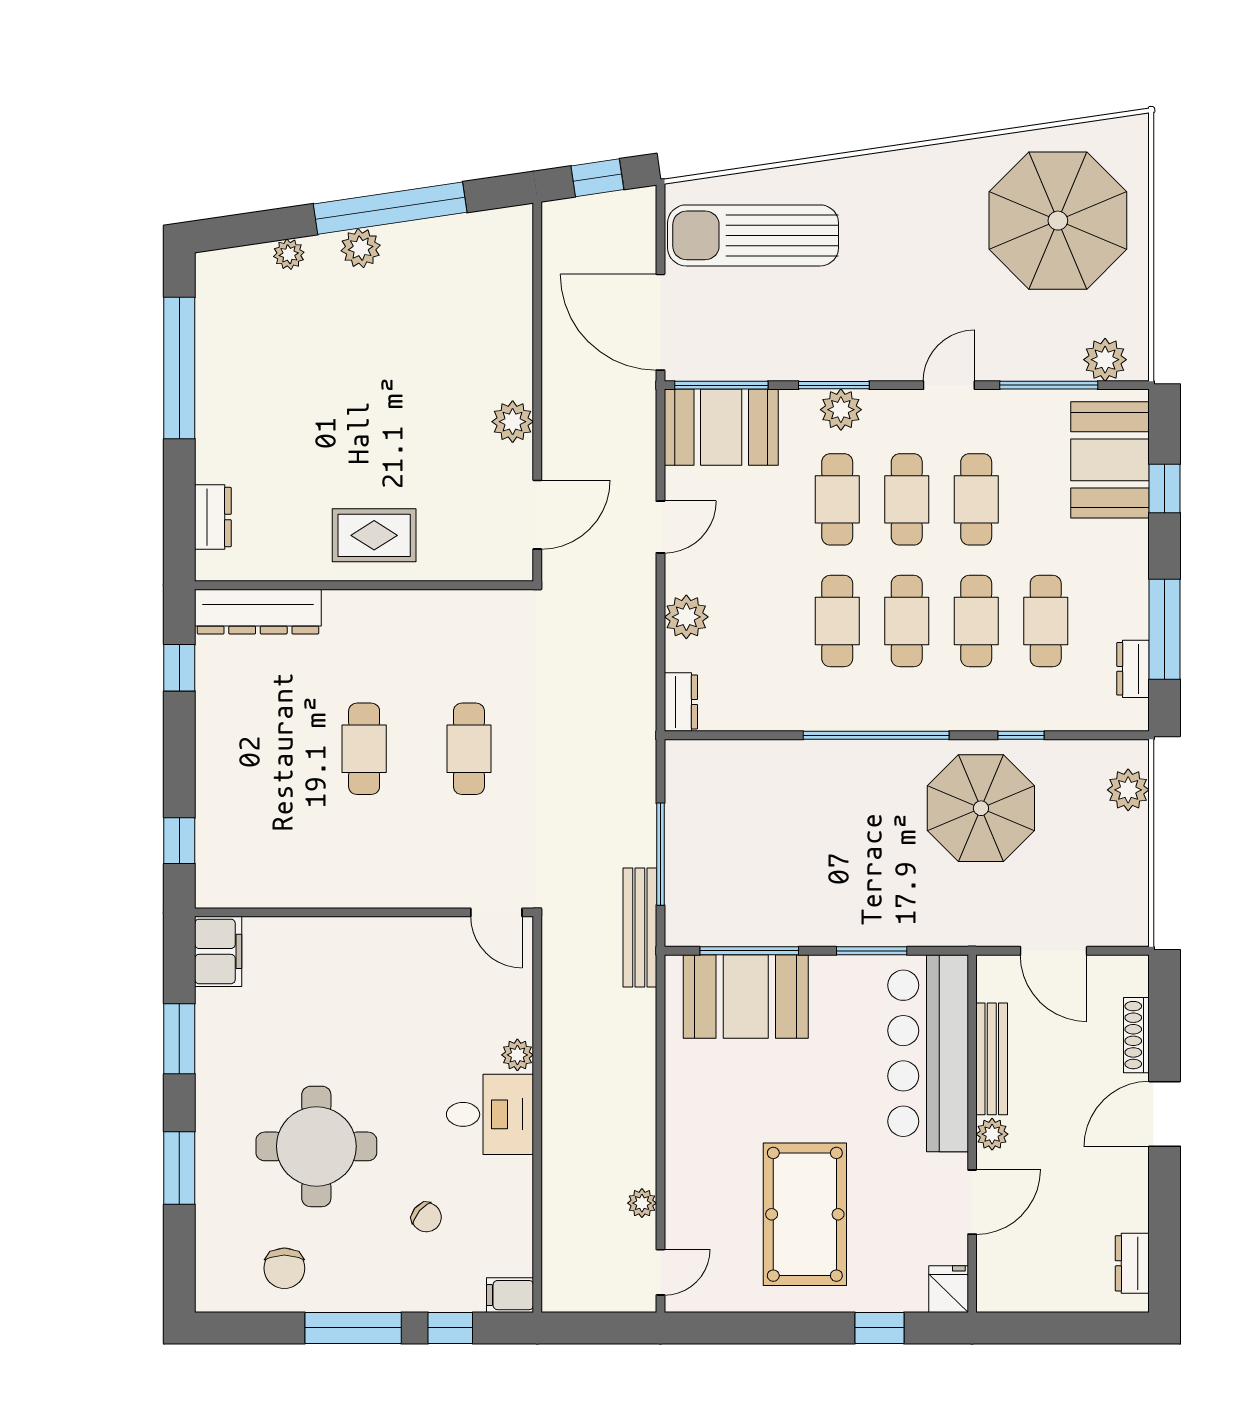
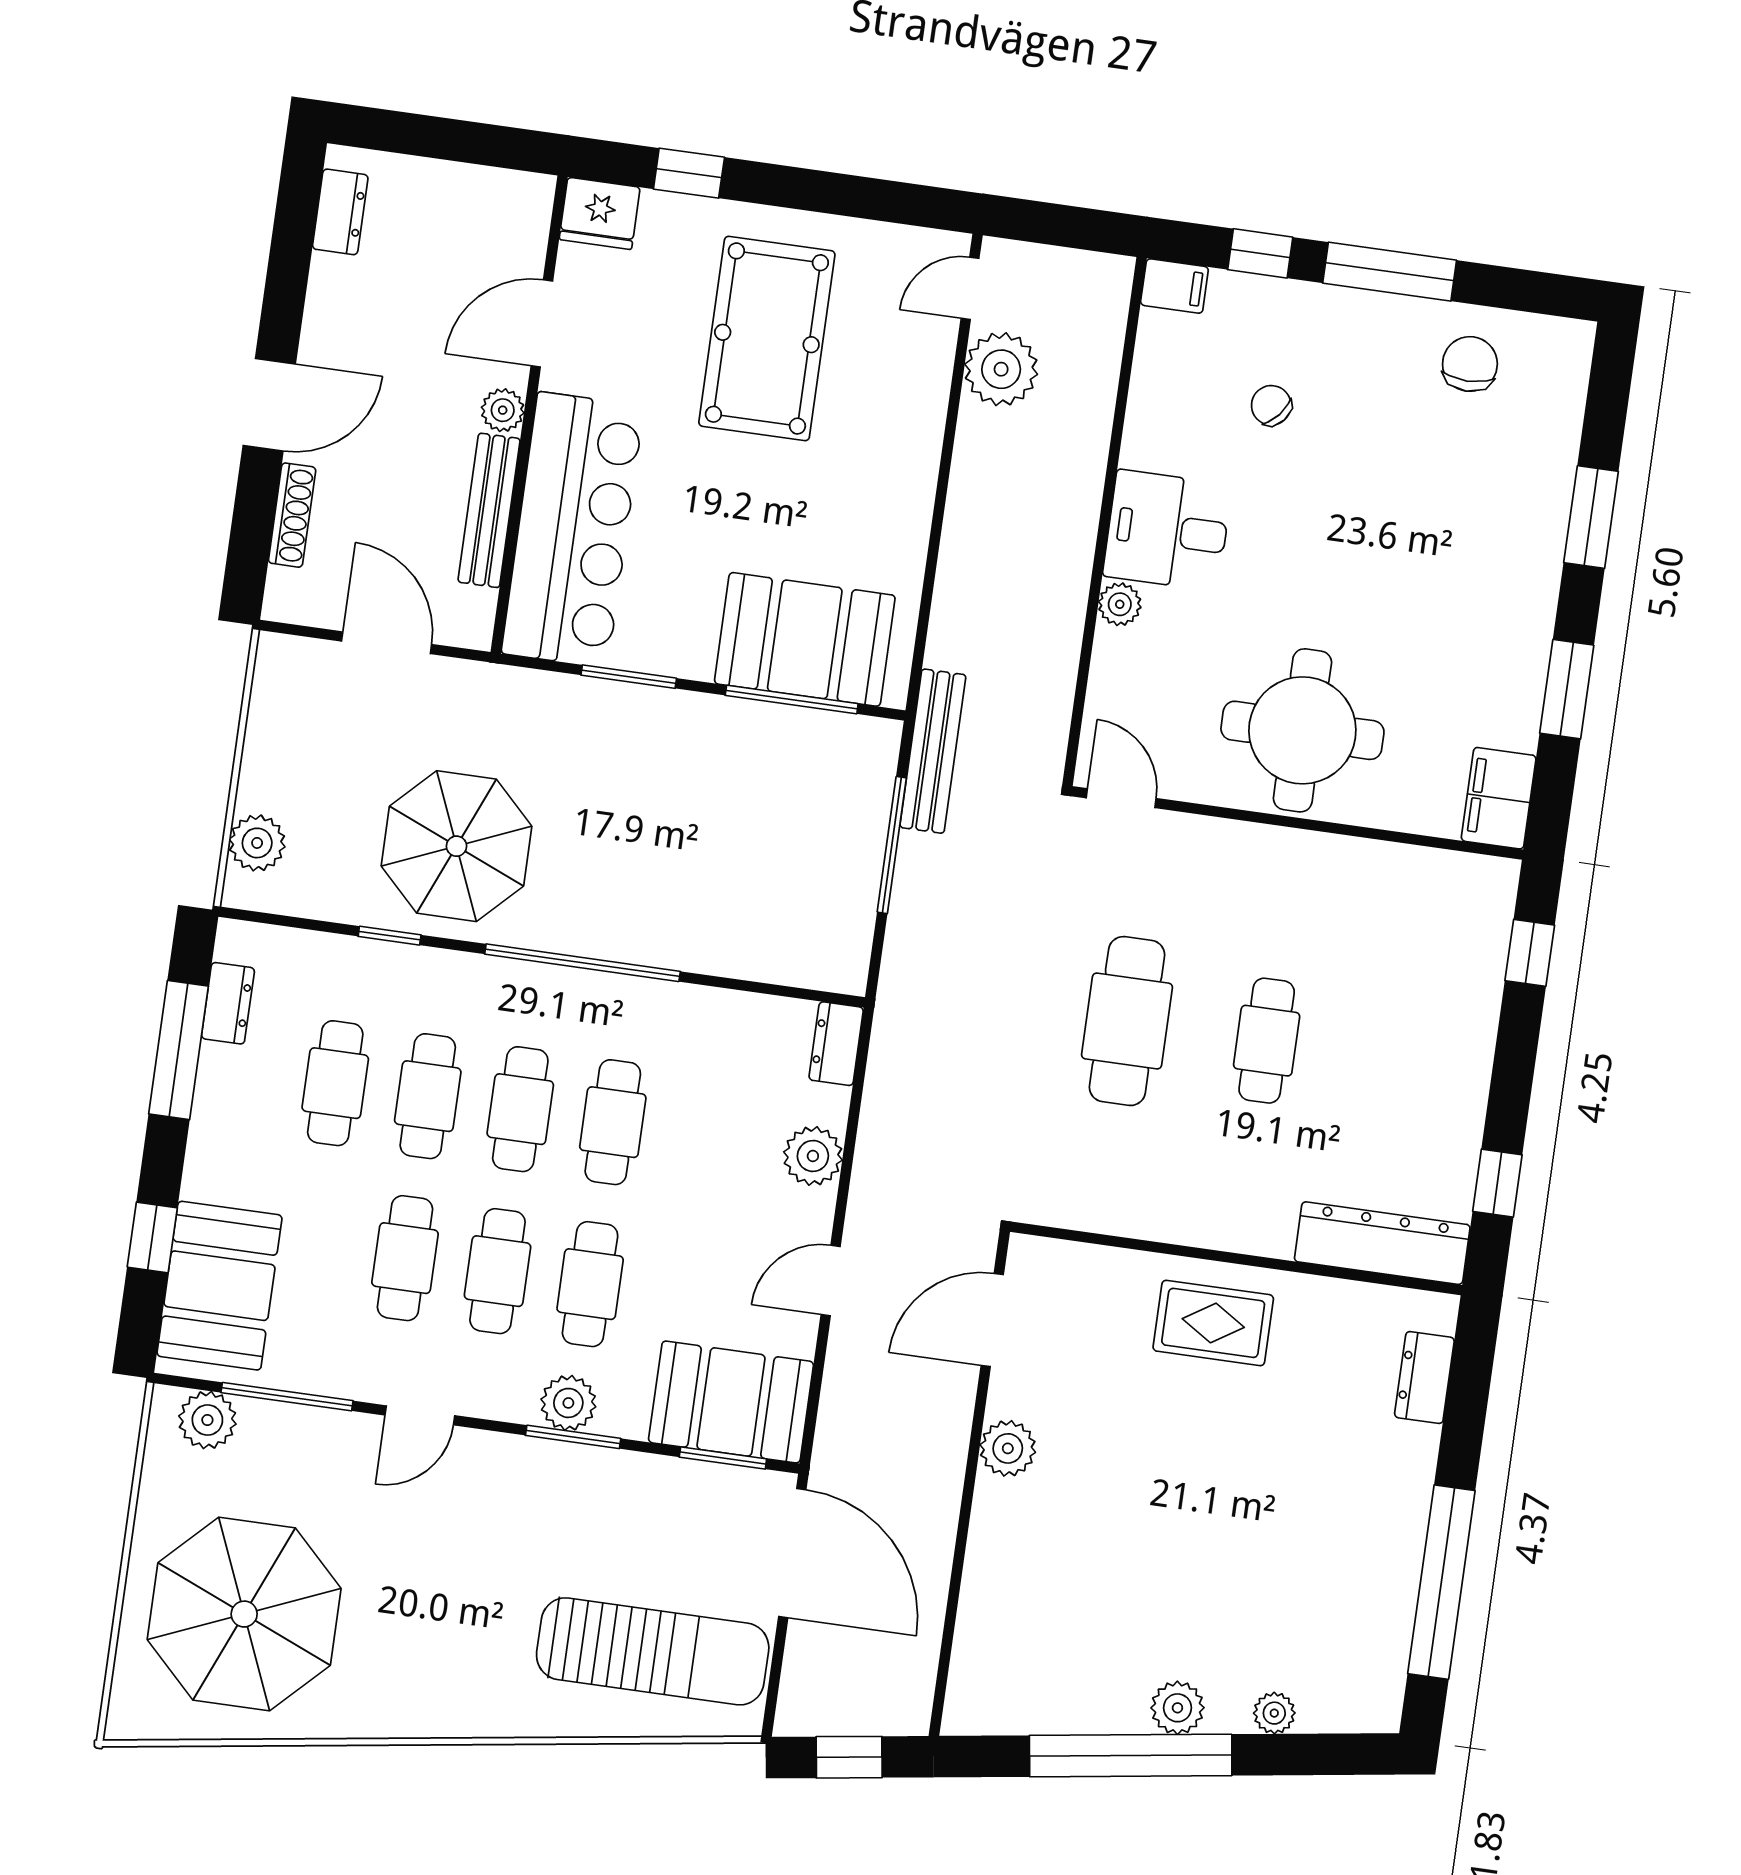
window: (721, 385) -> (723, 1458), width x0.69
cafe table: (469, 749) -> (1127, 1021), width x1.37, depth x1.35
round table: (316, 1146) -> (1302, 730), moved
plant: (642, 1203) -> (1001, 369), width x1.88, depth x1.88
fridge: (949, 1289) -> (600, 213), width x1.38

